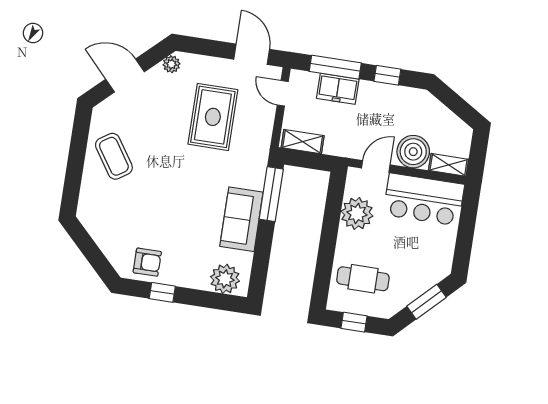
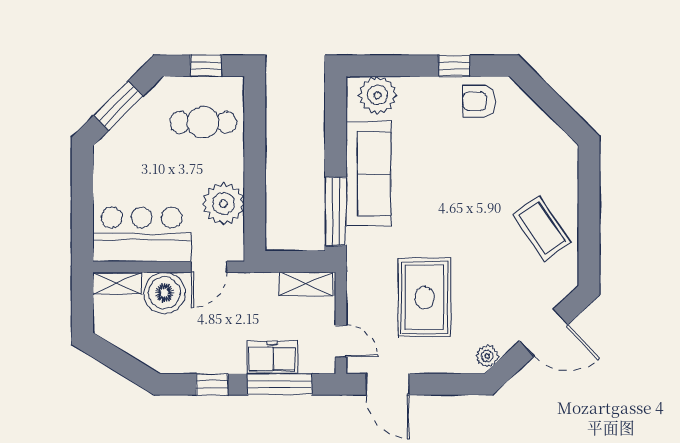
sofa: (241, 219) -> (368, 174), width x1.36

